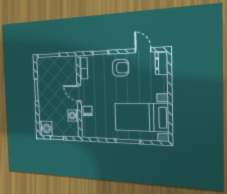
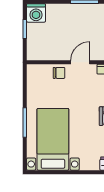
washing machine: (73, 116) -> (53, 53), removed

